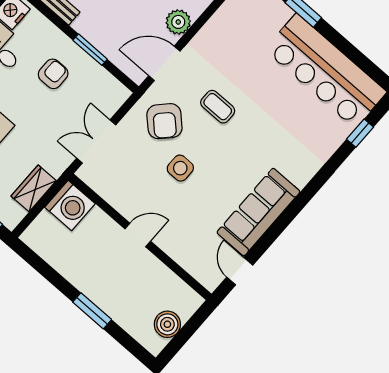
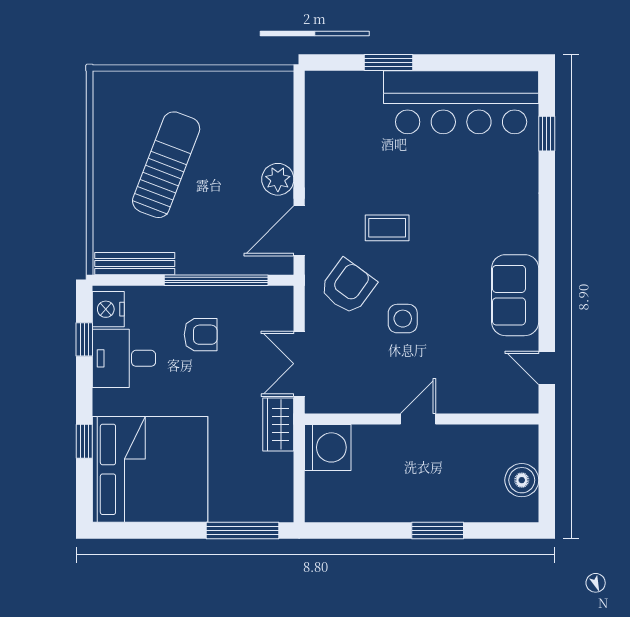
window: (90, 50) -> (216, 280), width x2.11
armchair: (53, 74) -> (201, 335), turned 90
armchair: (164, 121) -> (348, 287), turned -98
wardrobe: (34, 188) -> (278, 424), moved
sofa: (258, 212) -> (515, 295), width x0.73

